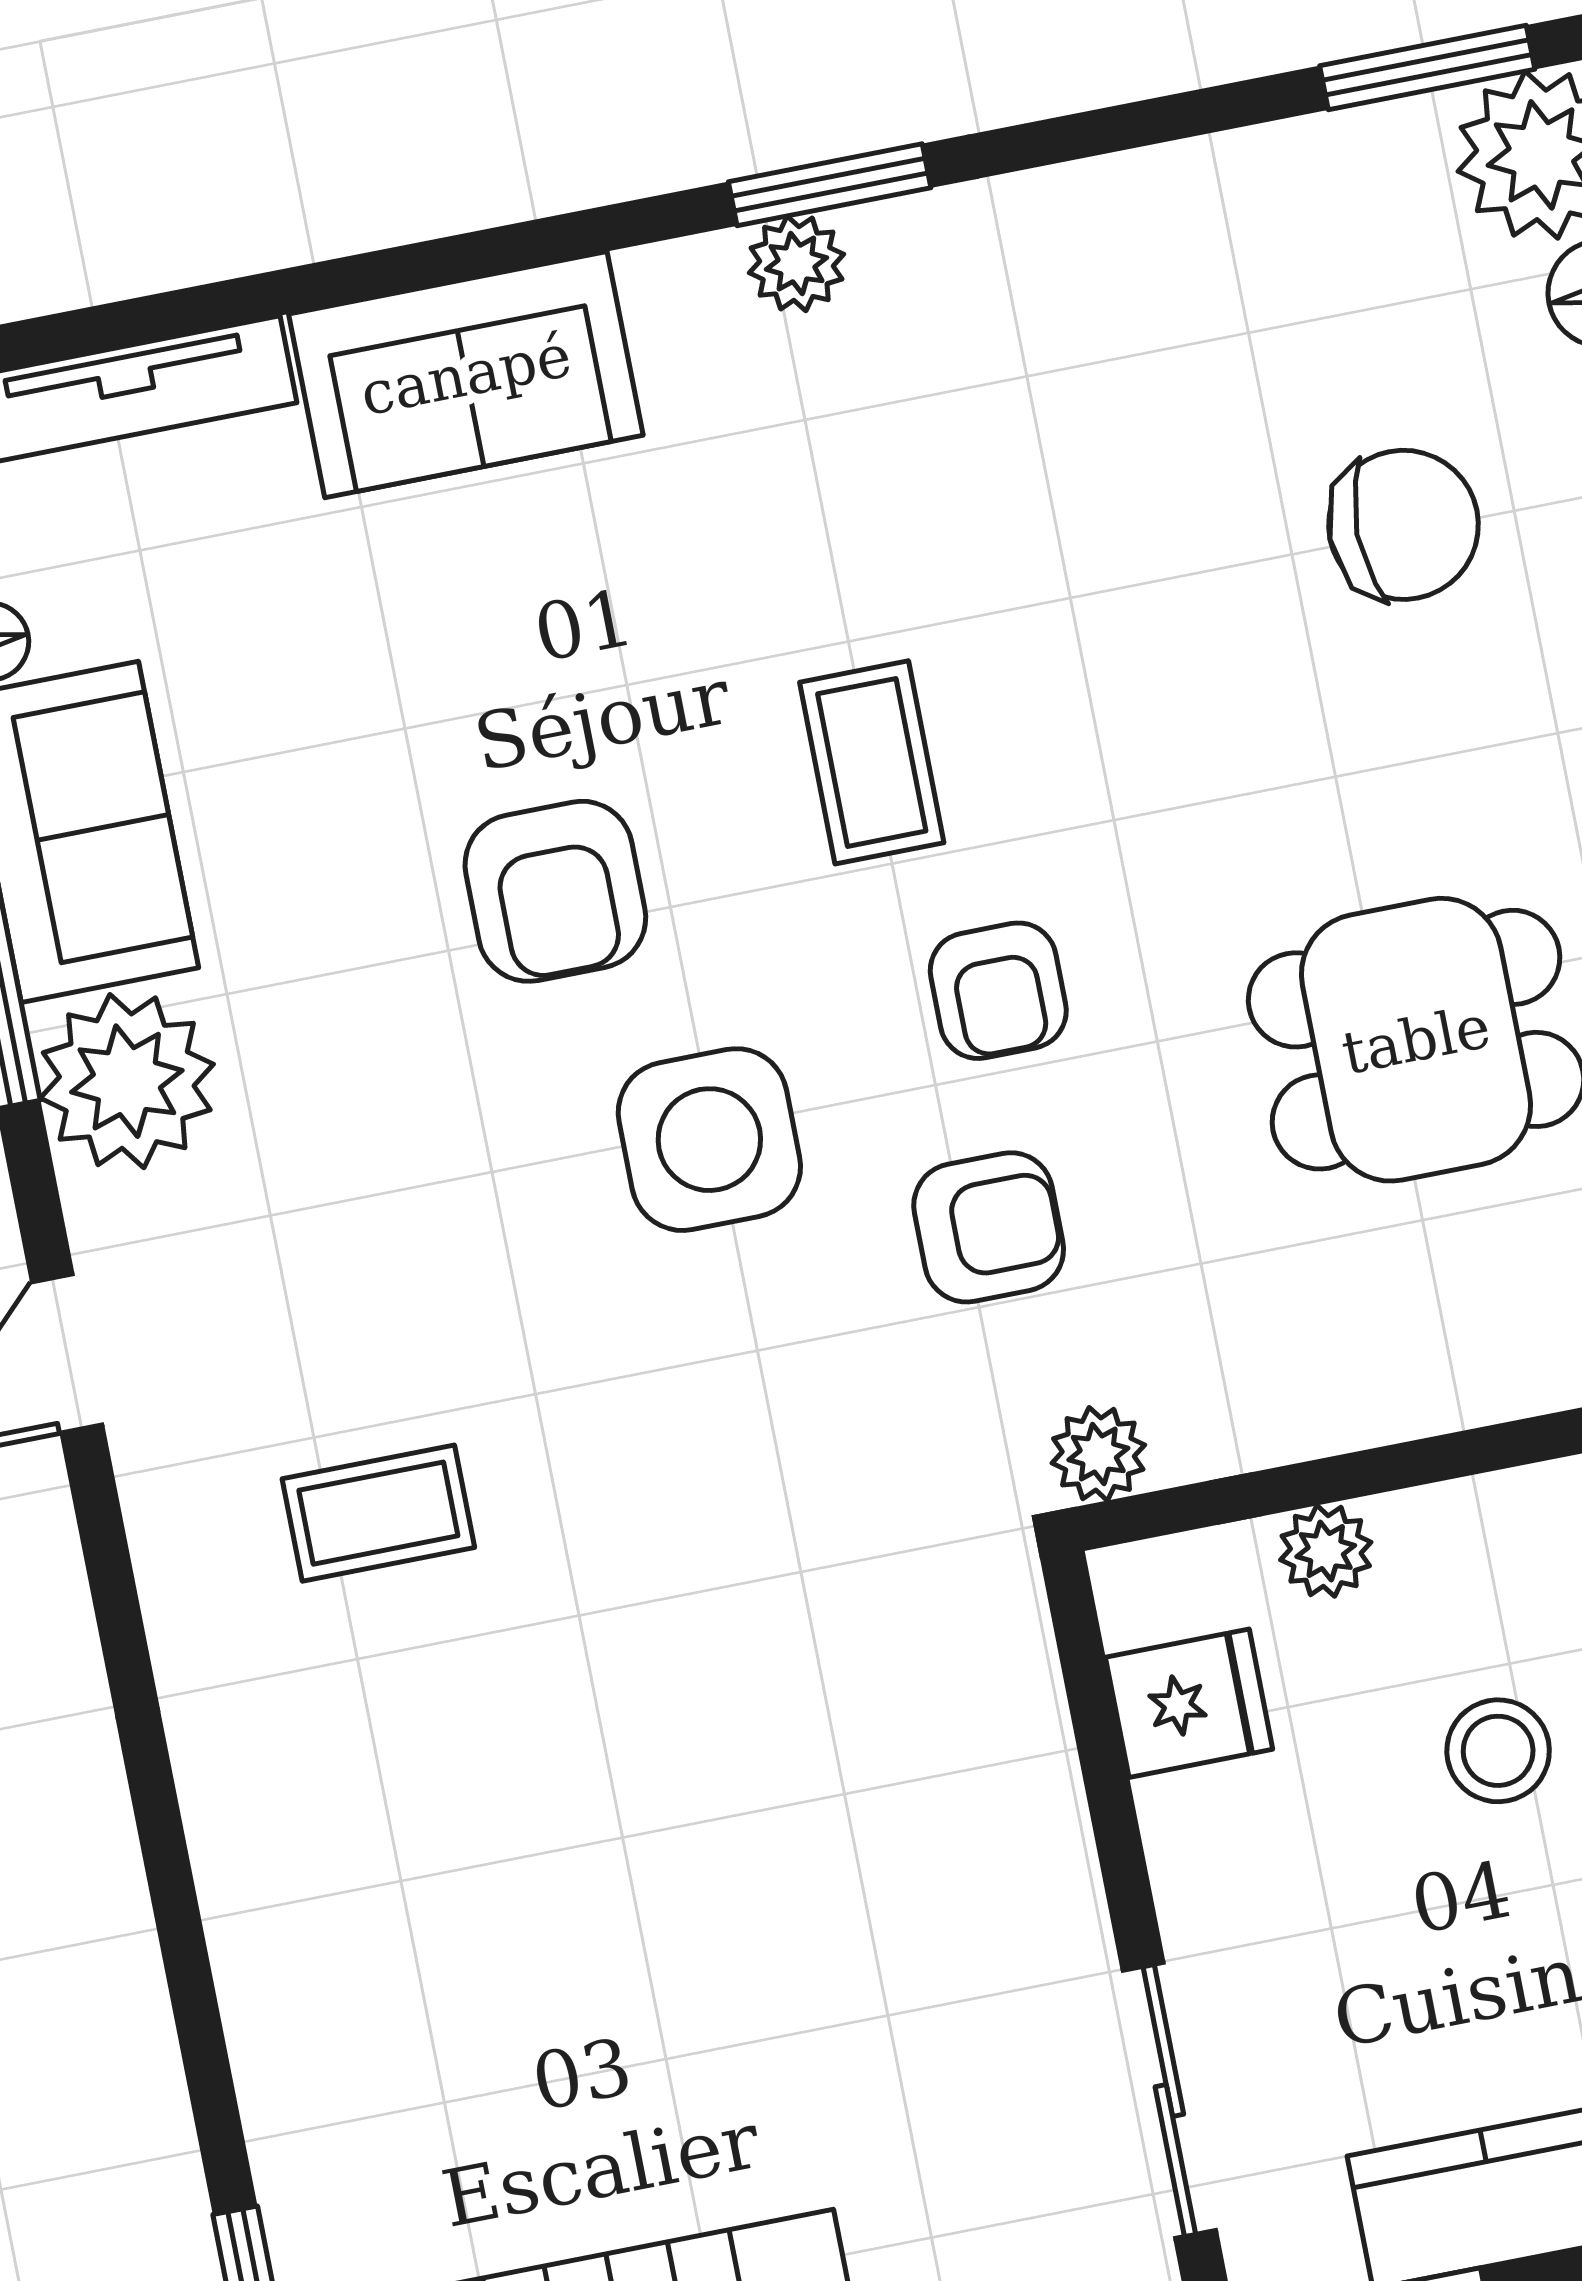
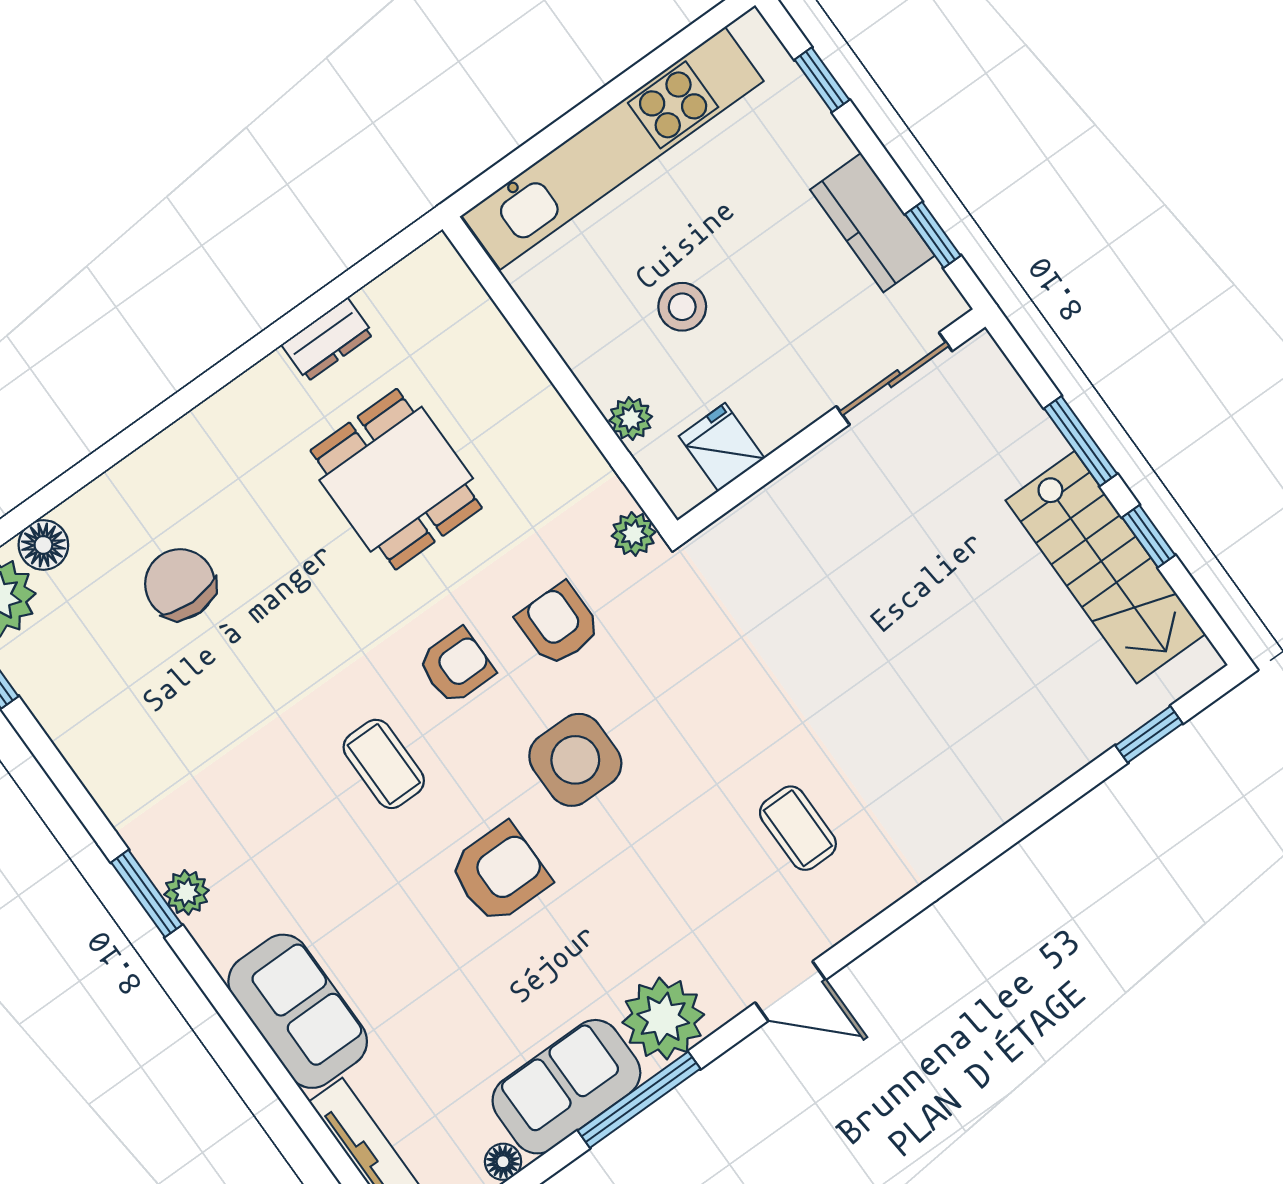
coffee table: (872, 762) -> (384, 764), turned 90

